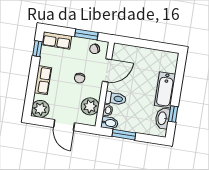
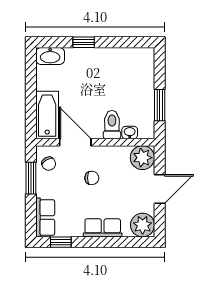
bathtub: (165, 90) -> (47, 115), moved, turned -90
plant: (90, 106) -> (142, 158), moved
window: (173, 114) -> (84, 42), moved
washbasin: (162, 118) -> (50, 56), moved
bidet: (109, 123) -> (147, 127), removed

